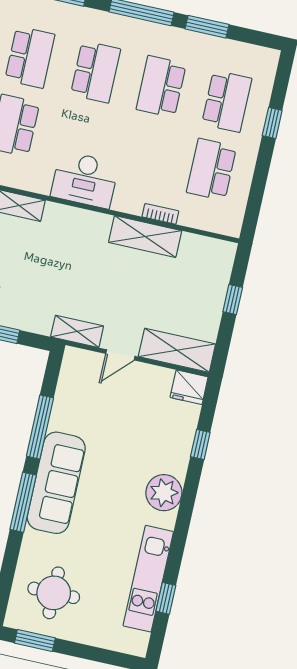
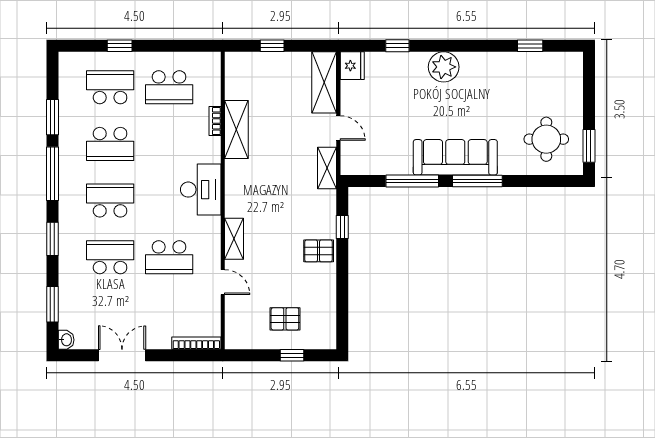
kitchen unit: (148, 579) -> (517, 64), removed

